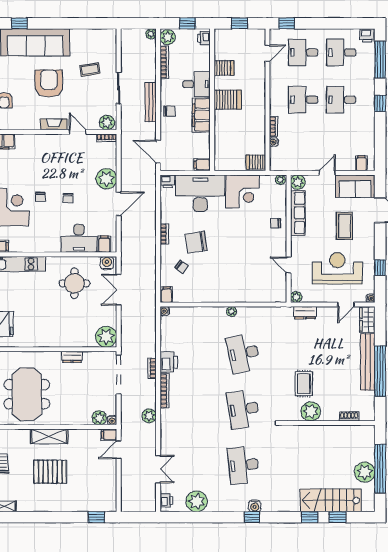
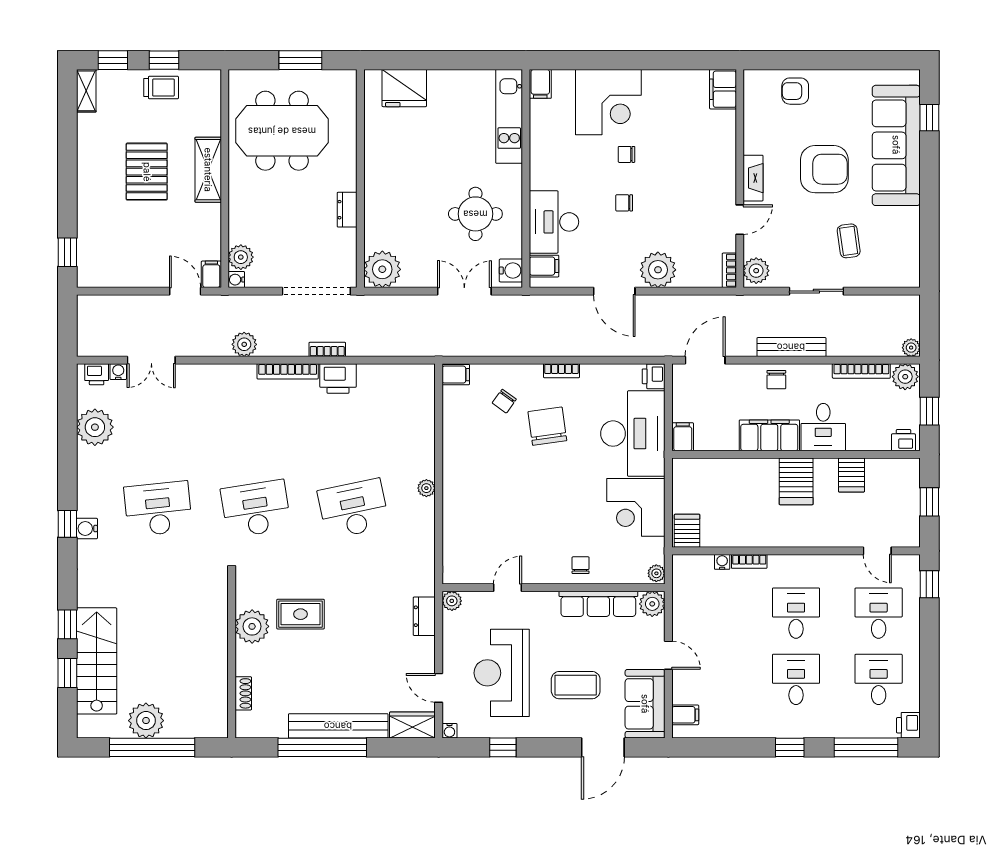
reception desk: (337, 268) -> (502, 673), turned 180
water cooler: (165, 311) -> (118, 372), moved

